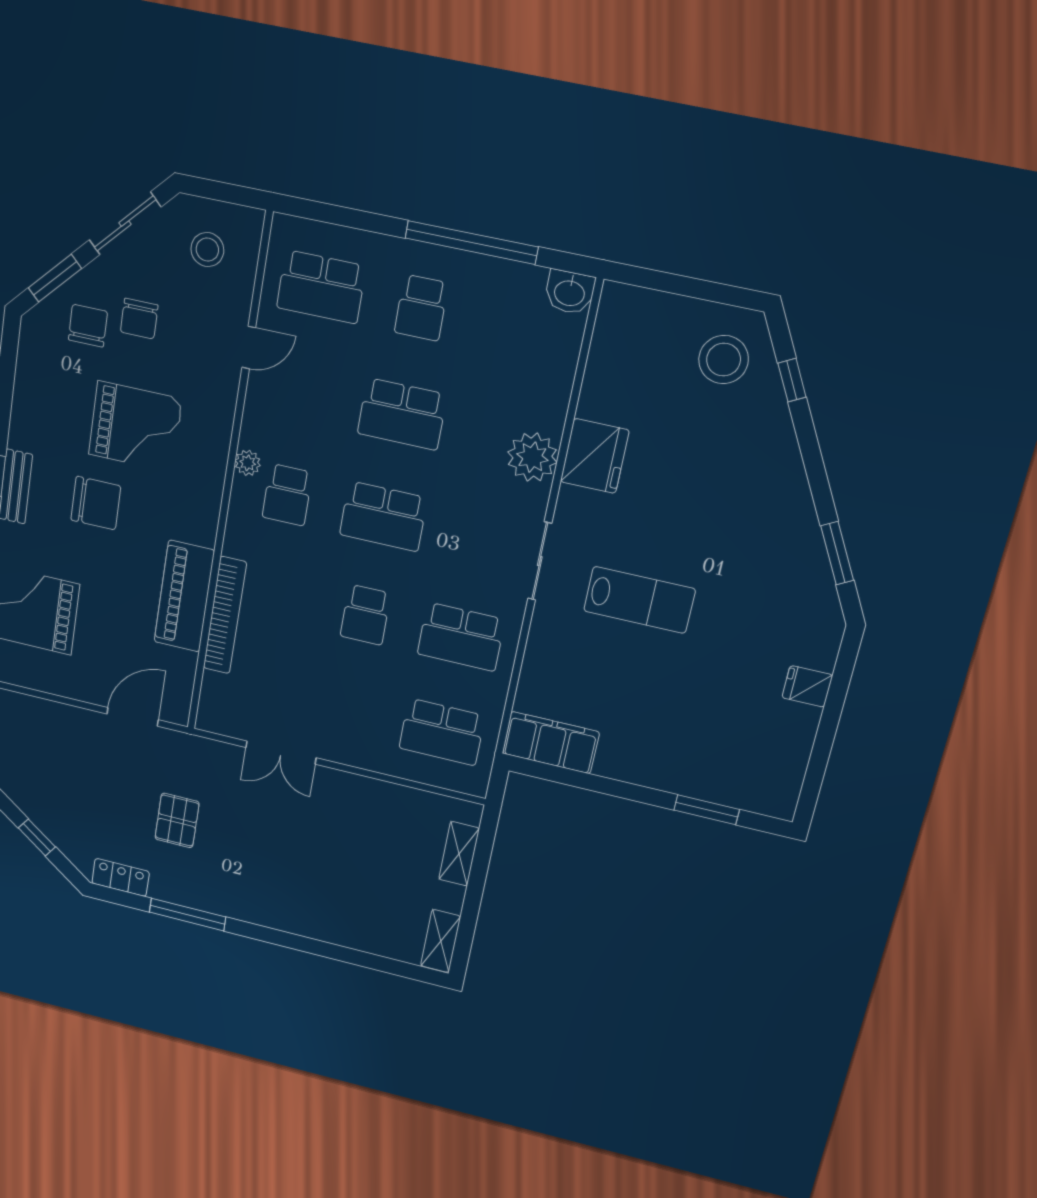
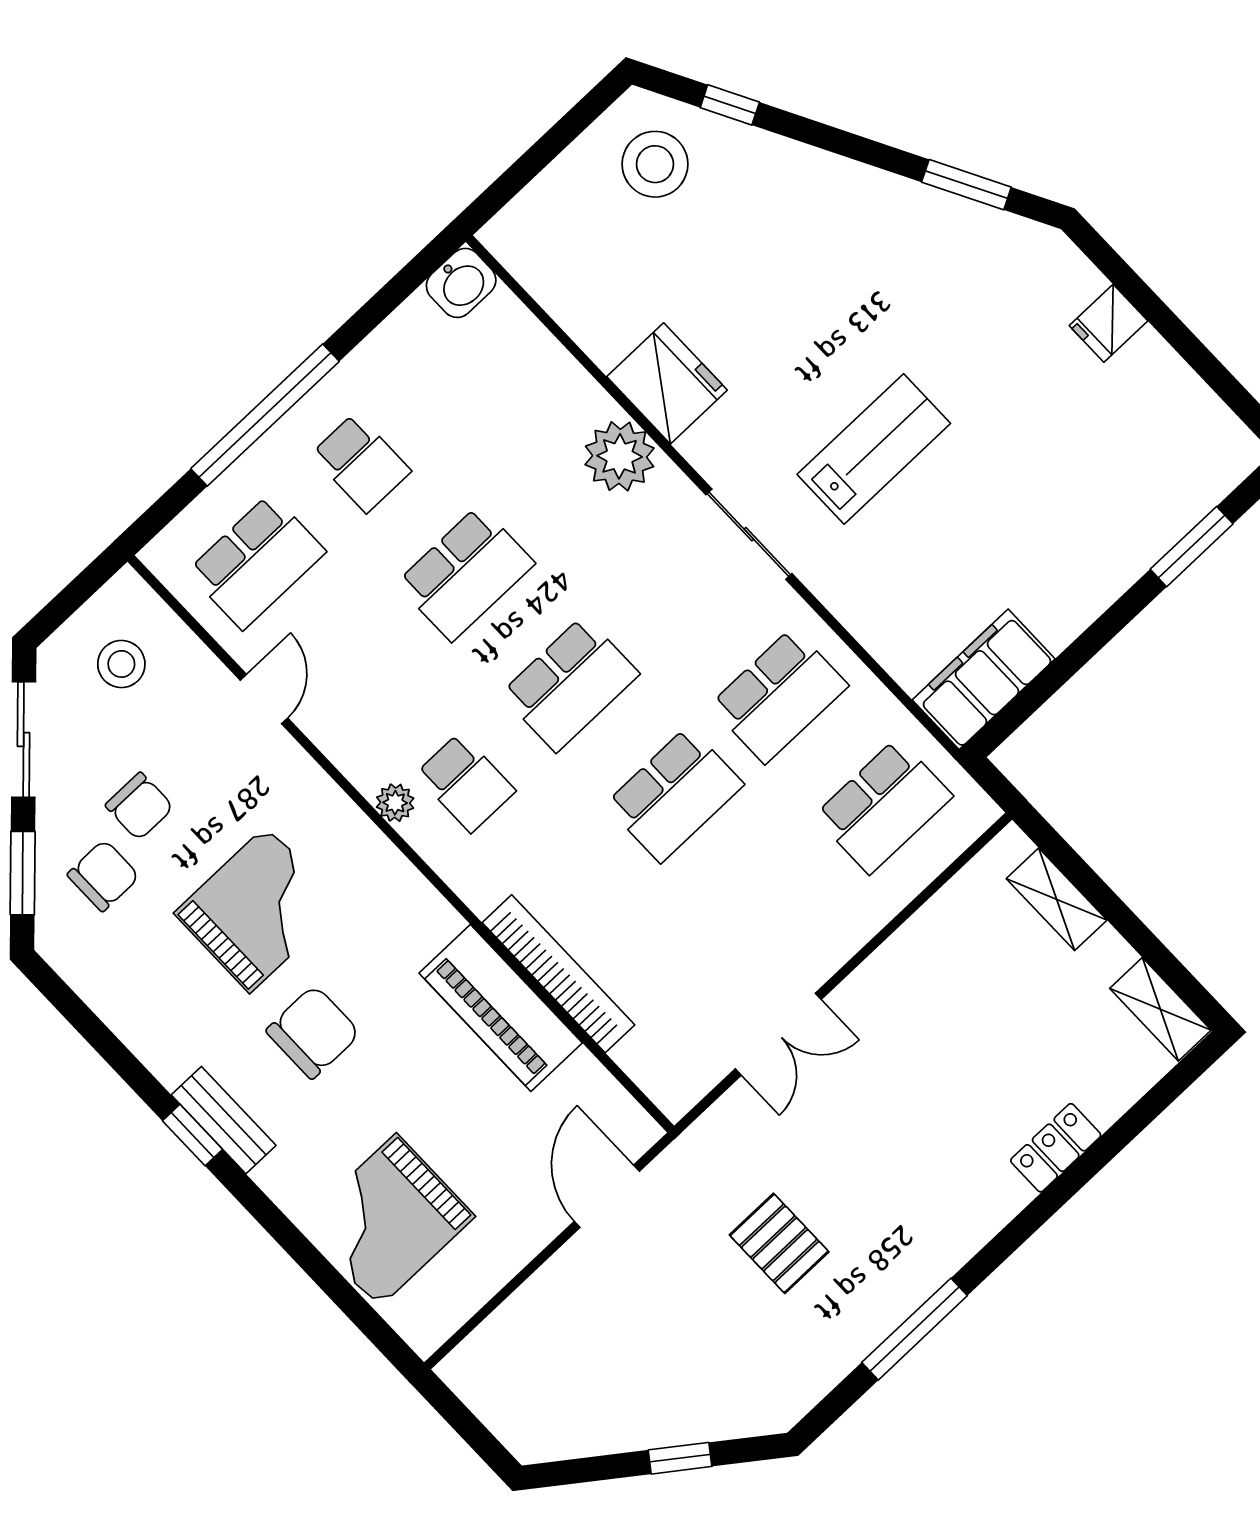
window: (471, 243) -> (265, 415), moved
chair: (88, 326) -> (103, 876), turned 90
school desk: (365, 615) -> (674, 794), width x1.85
locker: (121, 877) -> (1056, 1148), moved

